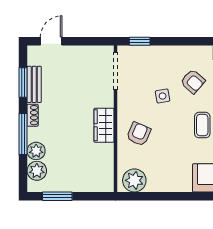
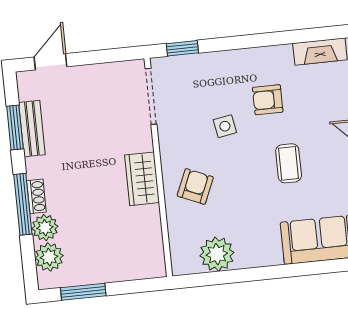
armchair: (193, 81) -> (268, 100), turned 139
shoe rack: (33, 115) -> (36, 196), moved
plant: (134, 180) -> (217, 254), moved

